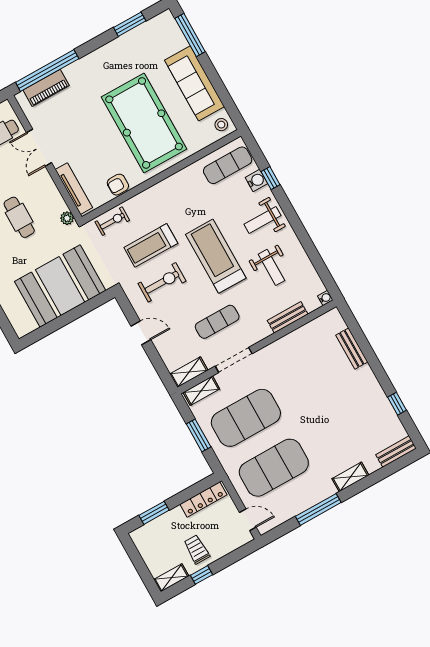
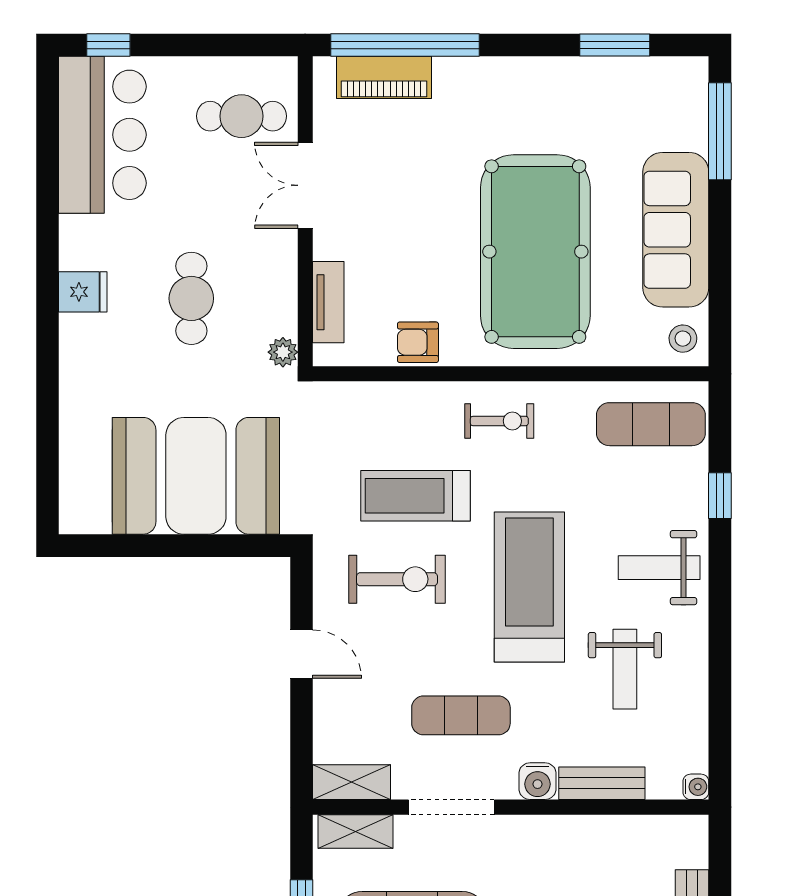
water cooler: (256, 180) -> (538, 781), moved, turned 90
tv unit: (74, 189) -> (328, 302), width x0.71
exercise bike: (112, 221) -> (499, 421), moved

